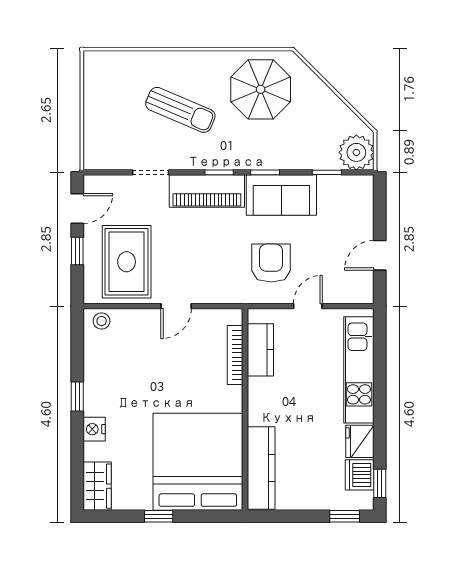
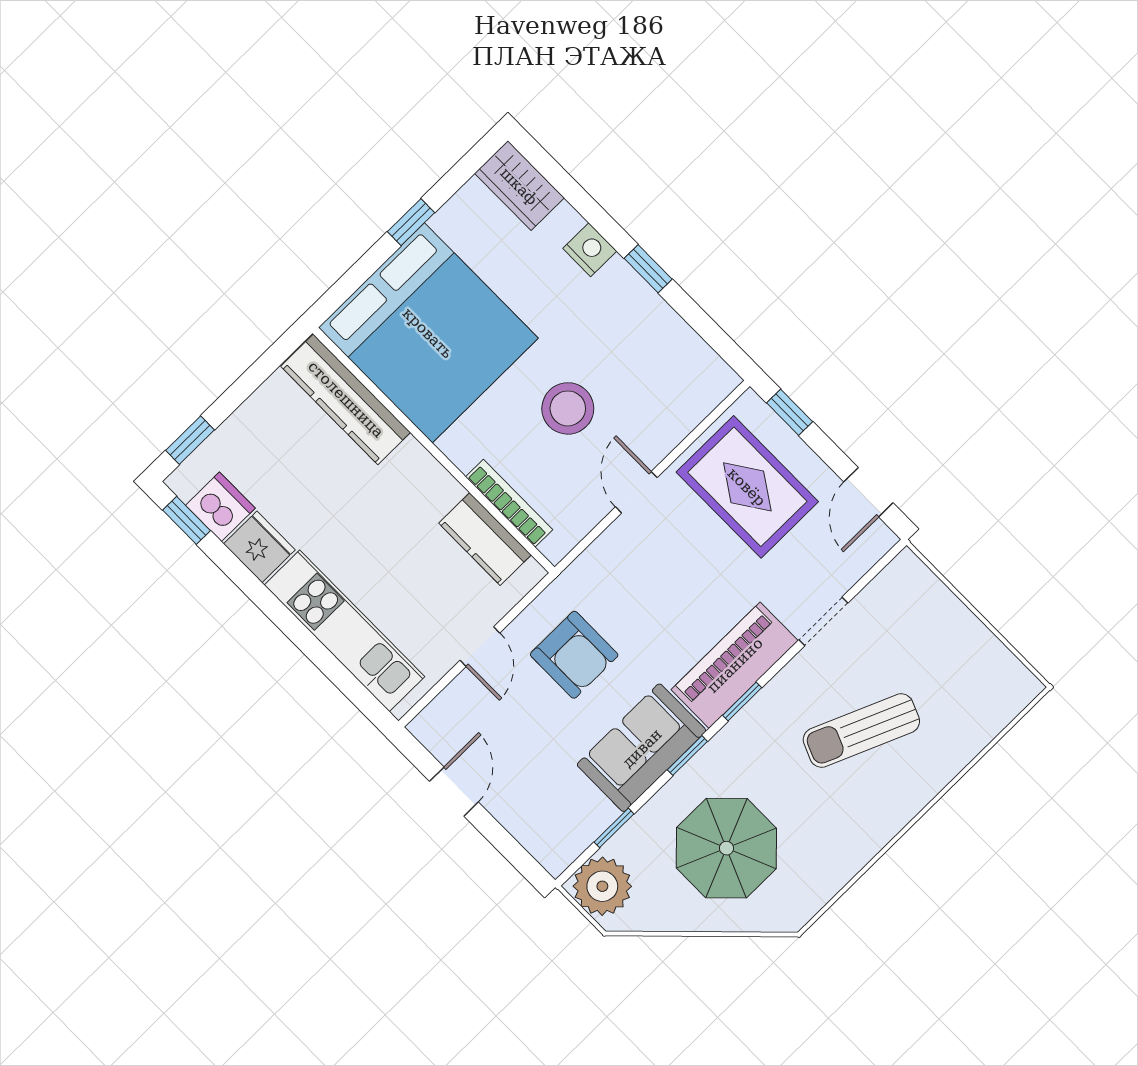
parasol: (261, 89) -> (726, 848), moved
window: (77, 251) -> (790, 412), moved
stool: (102, 321) -> (568, 408), moved, width x1.89, depth x1.89

